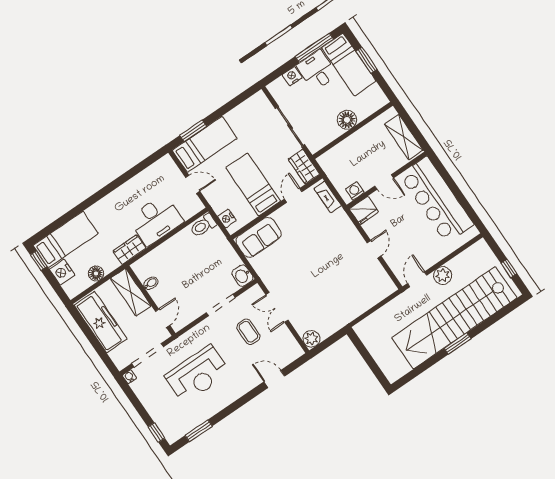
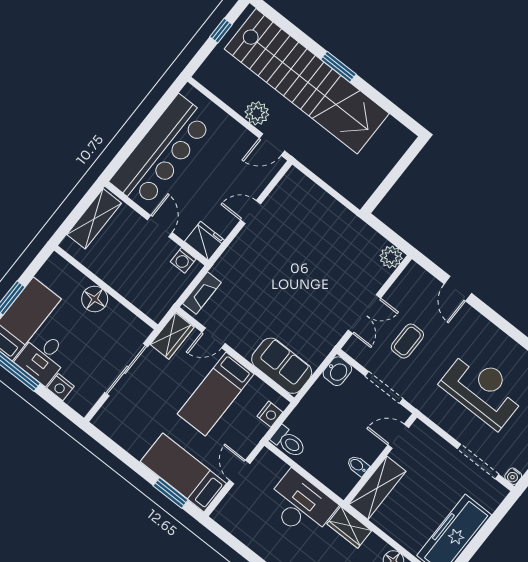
bidet: (151, 283) -> (358, 466), moved
shelving: (131, 292) -> (377, 488), moved
wall: (150, 301) -> (380, 459), moved
door: (163, 318) -> (398, 436), moved

